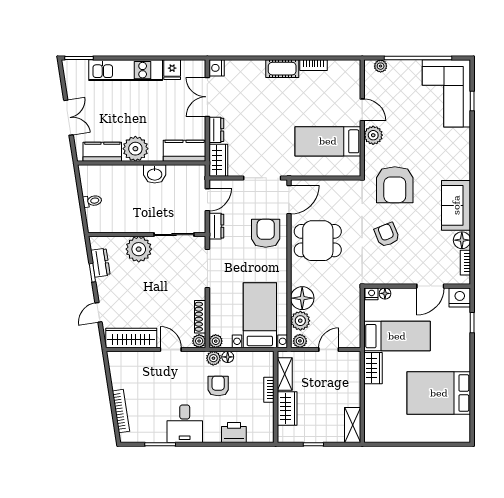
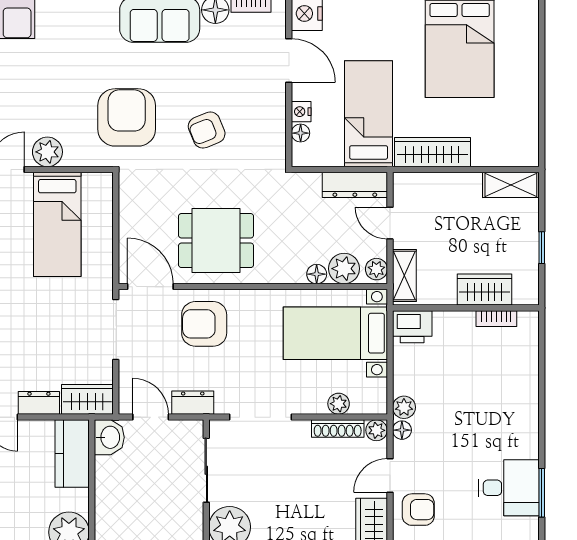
washbasin: (155, 174) -> (109, 437), moved
armchair: (395, 185) -> (127, 117), turned -90
dining table: (318, 241) -> (216, 241), turned 90
nightstand: (372, 294) -> (301, 112), moved
floor lamp: (302, 298) -> (317, 274), width x0.53, depth x0.53
dresser: (353, 327) -> (355, 185), added
plant: (216, 341) -> (339, 404), moved
floor lamp: (228, 357) -> (402, 430), moved
wardrobe: (373, 368) -> (432, 152), width x1.50
shelving: (285, 374) -> (404, 275), moved, turned 90
armchair: (218, 386) -> (418, 510), moved, turned 180
bookcase: (269, 390) -> (496, 319), moved
desk: (185, 424) -> (509, 488), moved
printer: (234, 433) -> (412, 327), moved, turned -90

